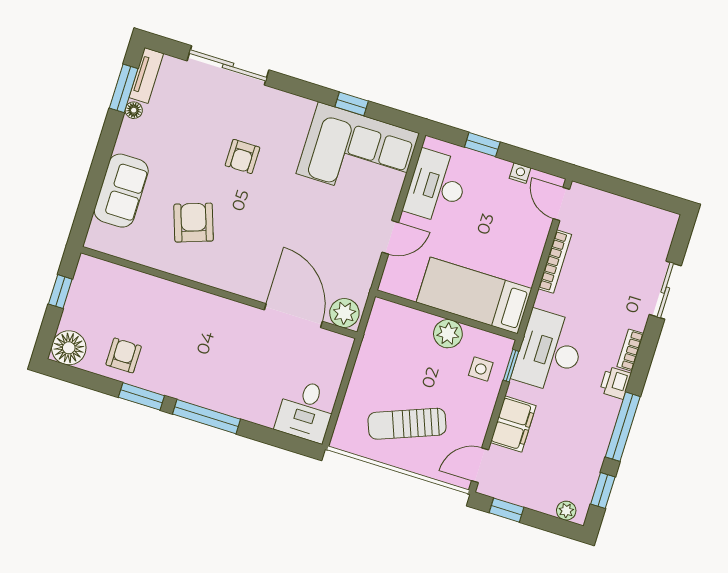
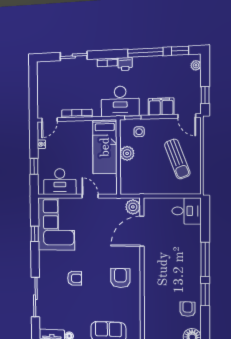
armchair: (194, 223) -> (120, 278), moved, turned 109
armchair: (124, 355) -> (188, 309), turned 90

